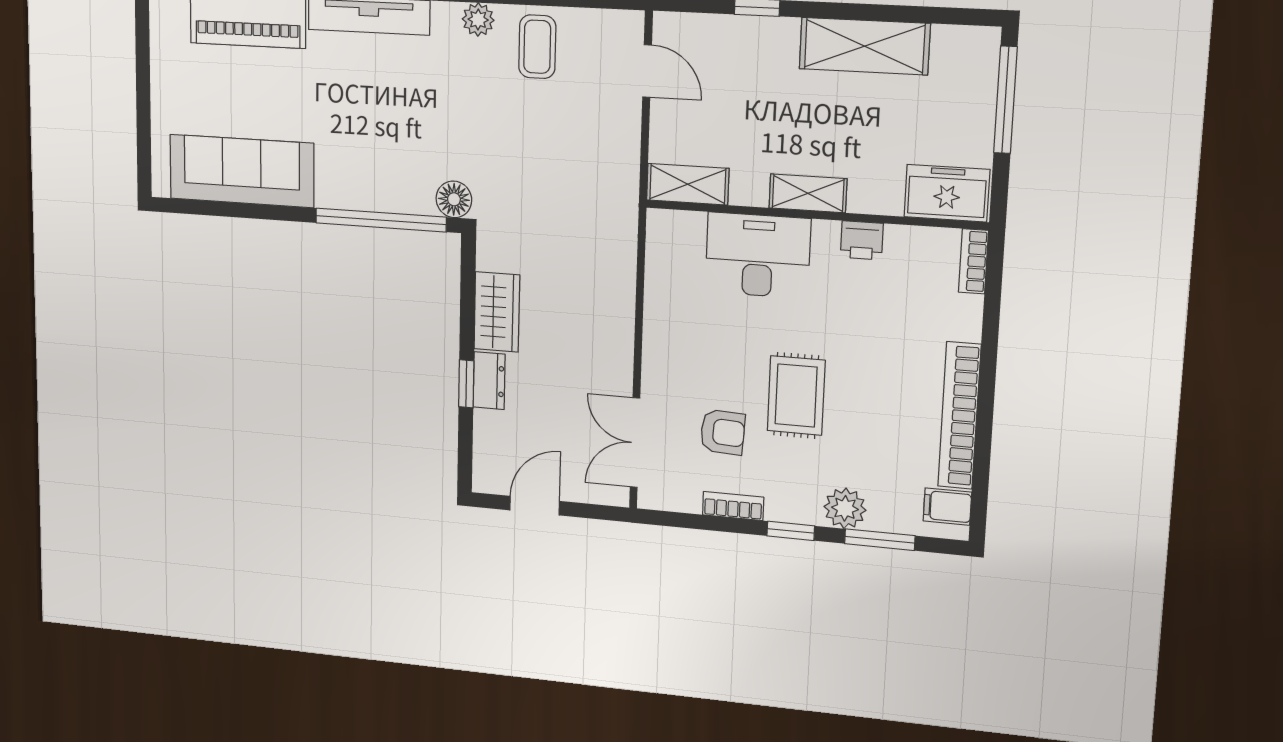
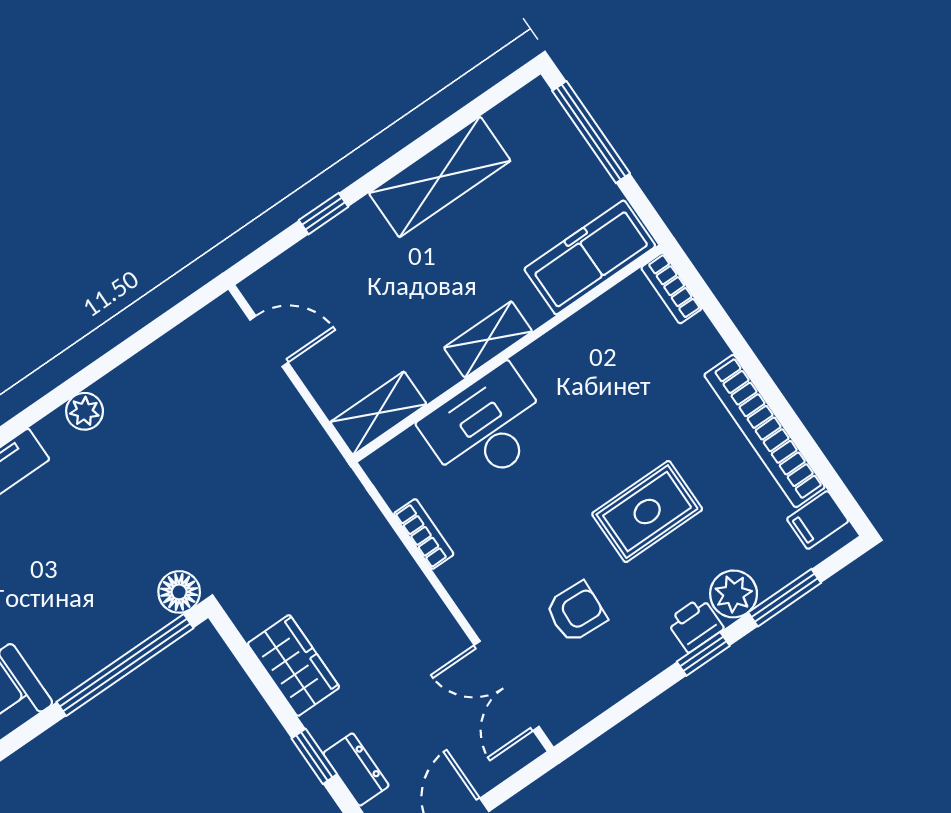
coffee table: (537, 47) -> (156, 395), removed
freezer: (947, 193) -> (590, 257), width x1.40
printer: (862, 240) -> (695, 625), moved, turned 180
dresser: (489, 381) -> (356, 769), moved
rug: (796, 396) -> (647, 512), moved, turned 90
bookcase: (733, 506) -> (424, 534), moved, turned 90

